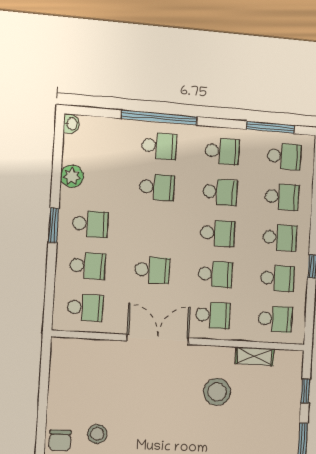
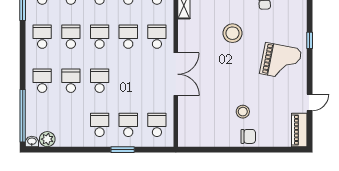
window: (159, 118) -> (23, 116), moved
plant: (72, 176) -> (47, 139), moved
window: (53, 225) -> (123, 150), moved
school desk: (152, 270) -> (100, 81), moved
double door: (158, 339) -> (176, 74), swing flipped
stool: (217, 392) -> (232, 33), moved

